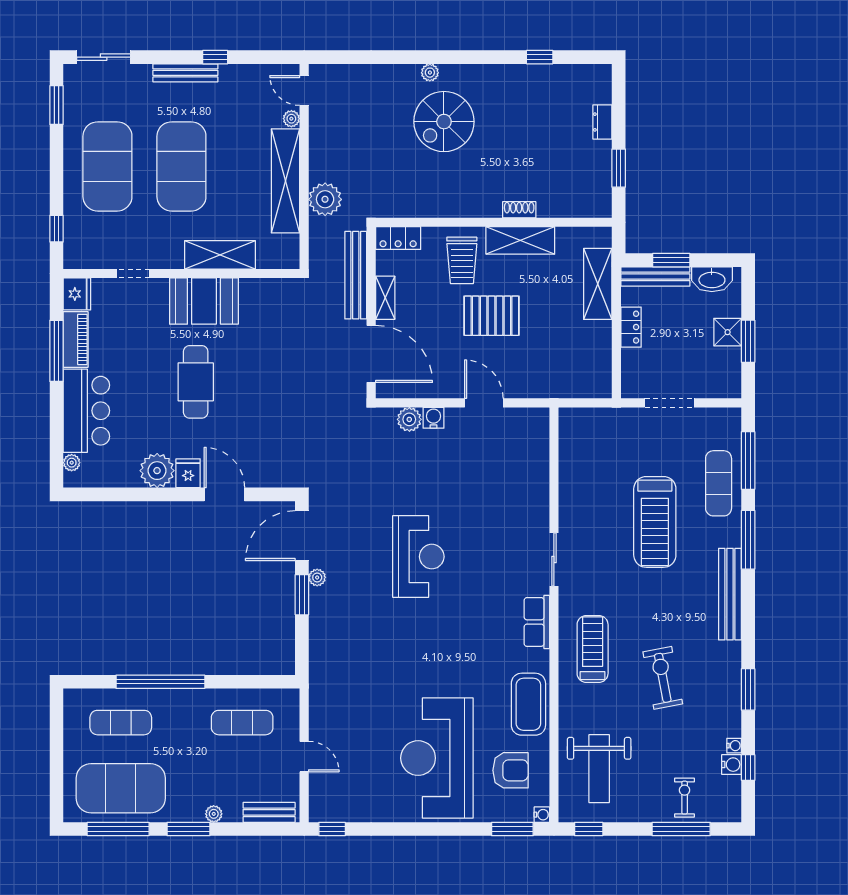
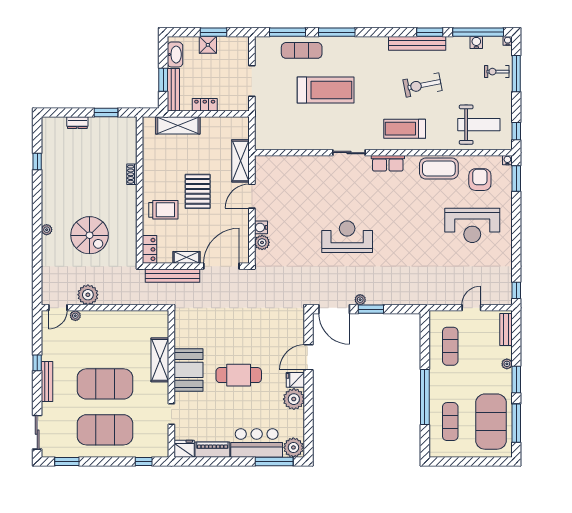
spiral stairs: (444, 122) -> (90, 235), moved
shelving: (285, 181) -> (114, 319), removed
plant: (325, 199) -> (88, 295), moved
shelving: (520, 240) -> (240, 161), moved
window: (57, 351) -> (274, 461), moved
plant: (72, 463) -> (293, 447), width x1.88, depth x1.88
bench: (730, 594) -> (417, 43), moved
water cooler: (734, 746) -> (508, 41), moved
reception desk: (437, 758) -> (472, 225), width x0.74, depth x0.77
window: (748, 768) -> (478, 32), width x3.17

